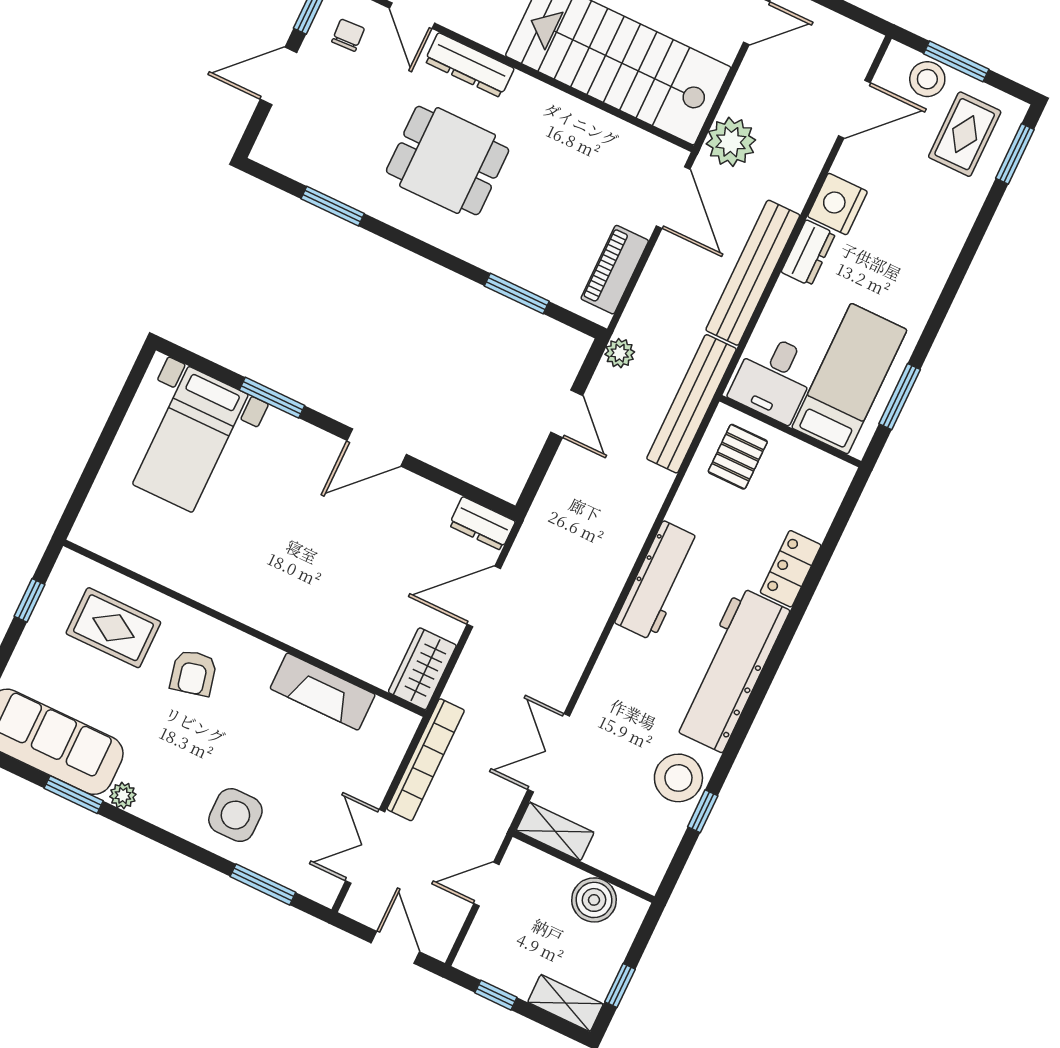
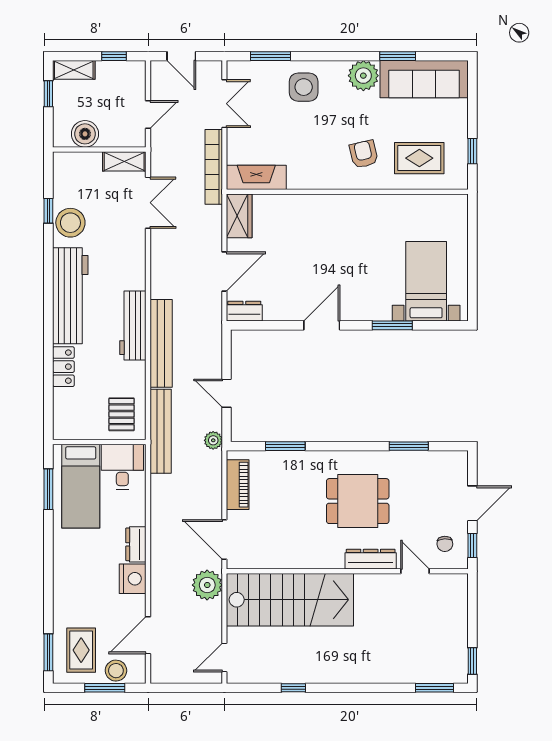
bench: (753, 273) -> (161, 343), moved
fireplace: (323, 692) -> (256, 177), moved
plant: (123, 795) -> (363, 76), width x1.88, depth x1.88

